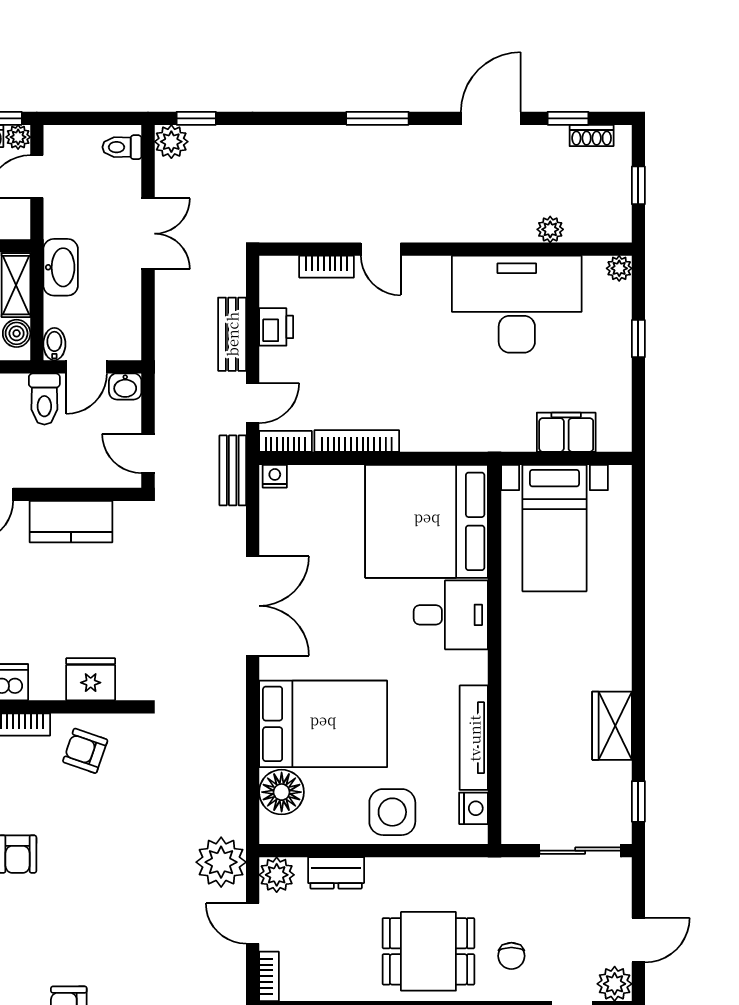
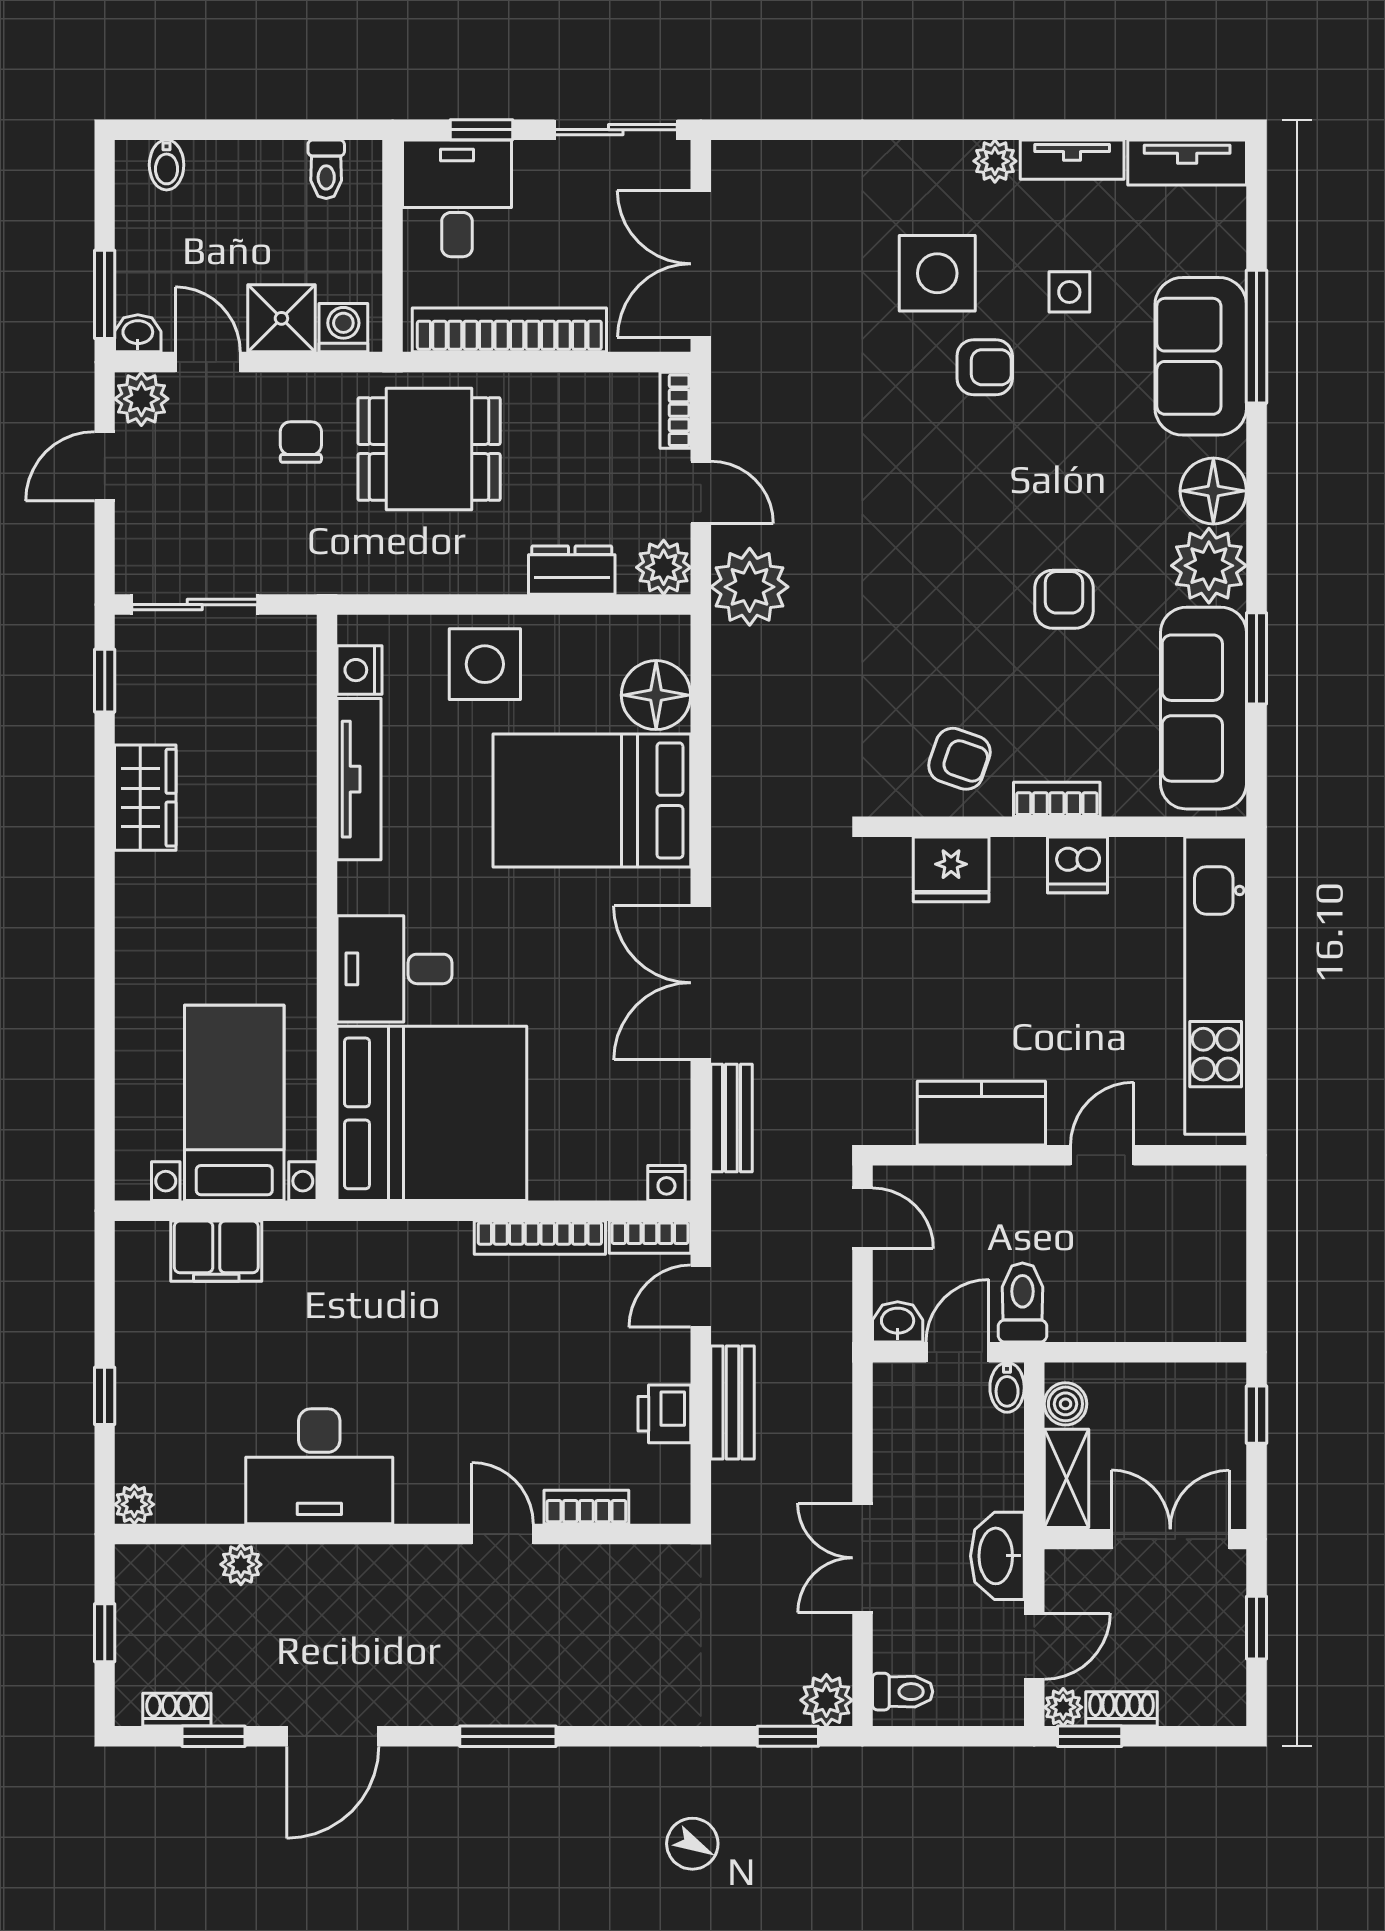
washbasin: (61, 267) -> (997, 1556), moved
desk: (517, 304) -> (319, 1466), width x0.73, depth x0.77
bench: (233, 470) -> (731, 1118), moved

